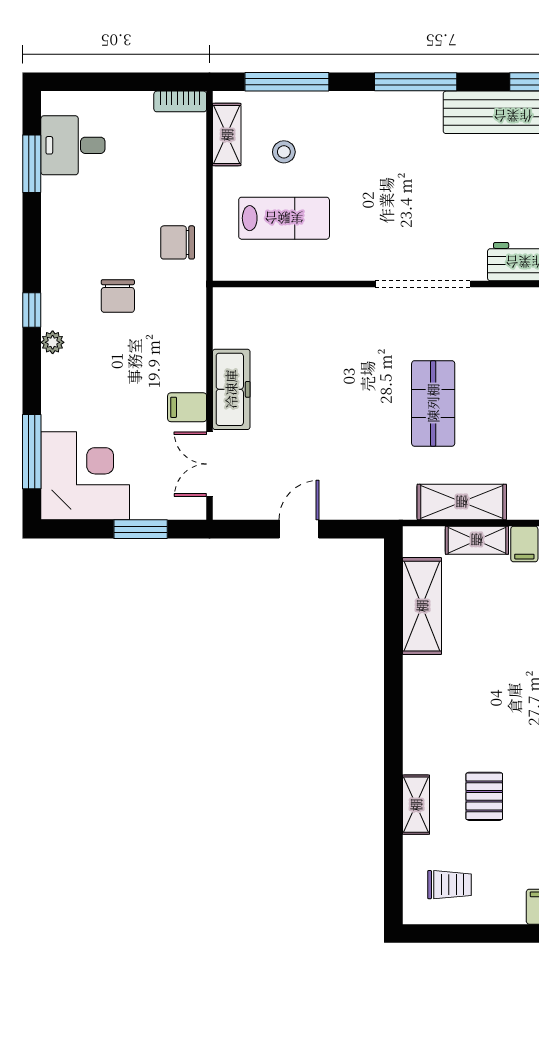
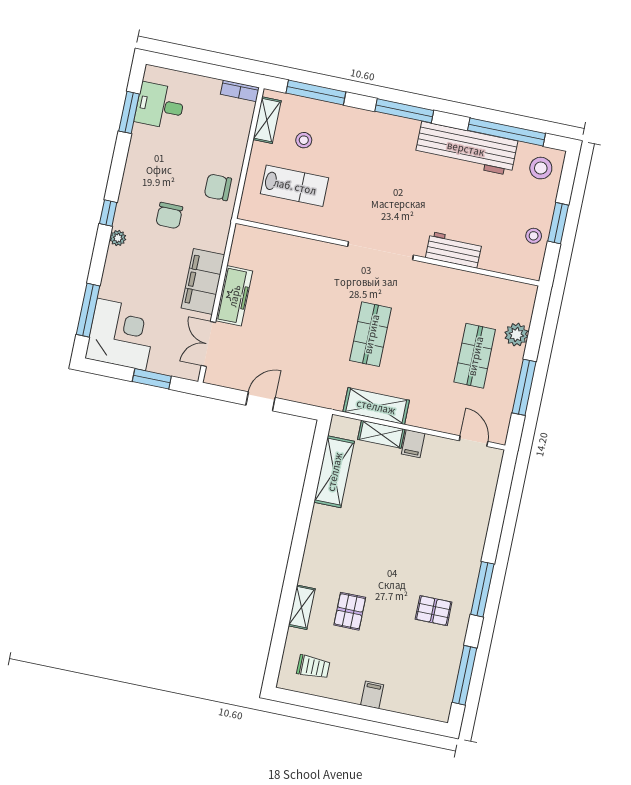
filing cabinet: (187, 407) -> (203, 281), width x3.00, depth x1.17

